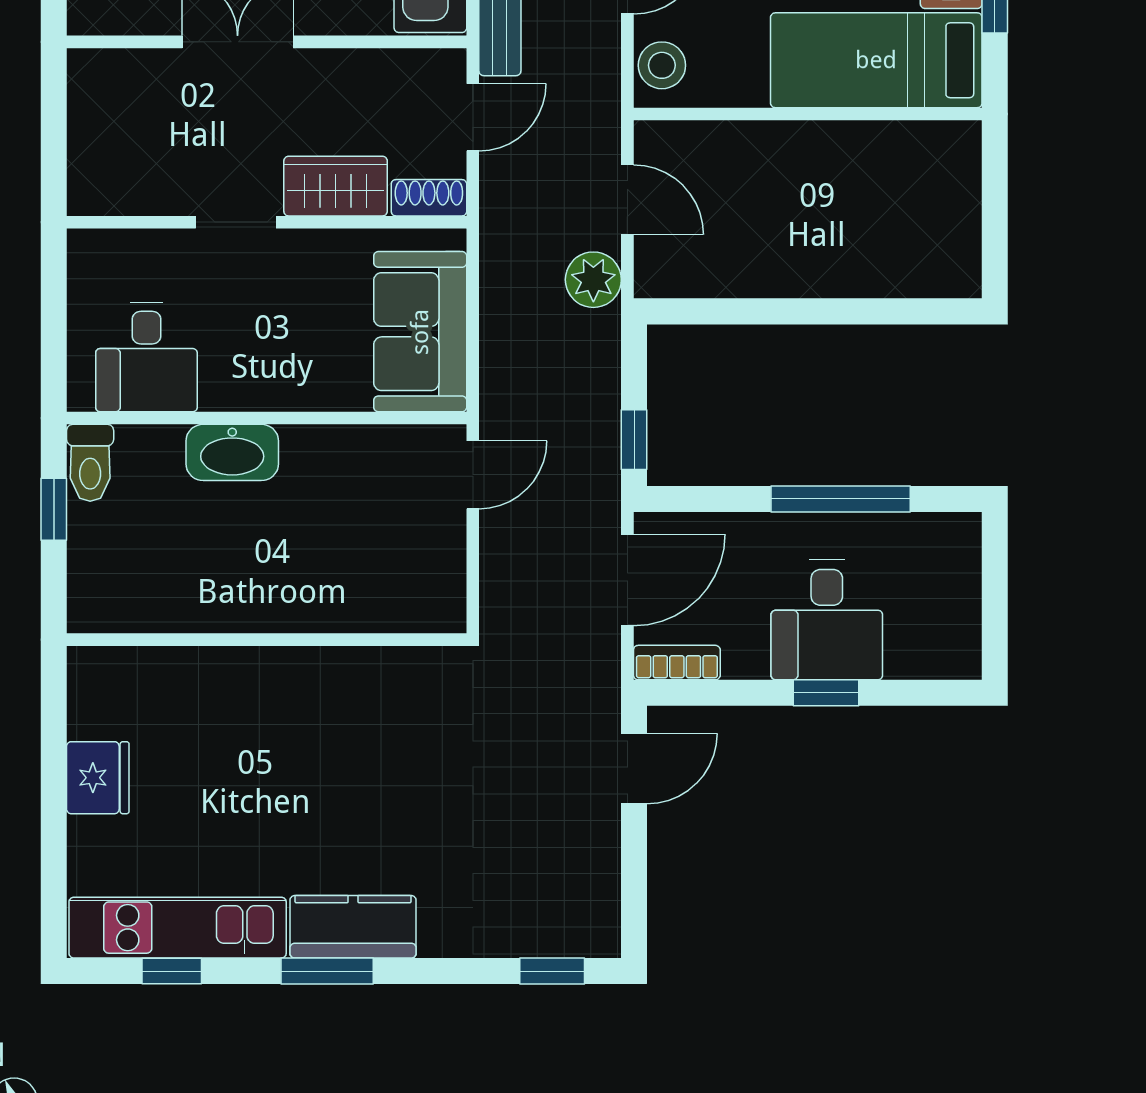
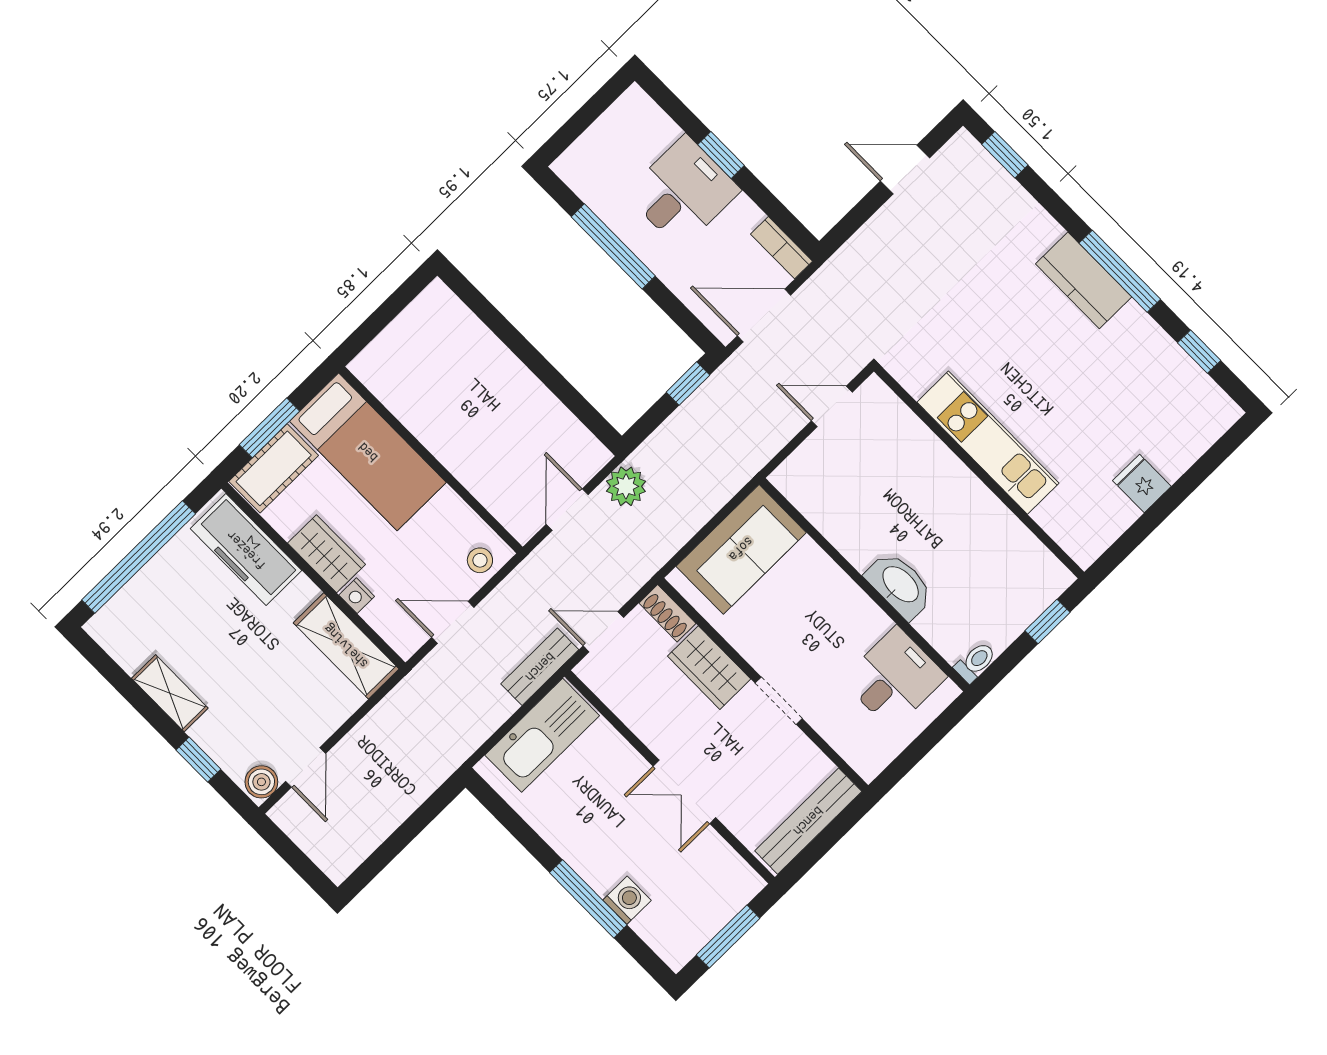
stool: (662, 65) -> (480, 560), width x0.73, depth x0.73
bench: (89, 135) -> (808, 821), added
toilet: (90, 463) -> (975, 662), width x0.73, depth x0.72
door: (473, 475) -> (832, 406), moved
window: (54, 509) -> (1047, 622), moved
door: (634, 769) -> (905, 170), moved
fridge: (98, 778) -> (1142, 483), width x0.72
kitchen unit: (178, 928) -> (988, 443), moved, turned 180
window: (327, 971) -> (1120, 271), width x1.44

